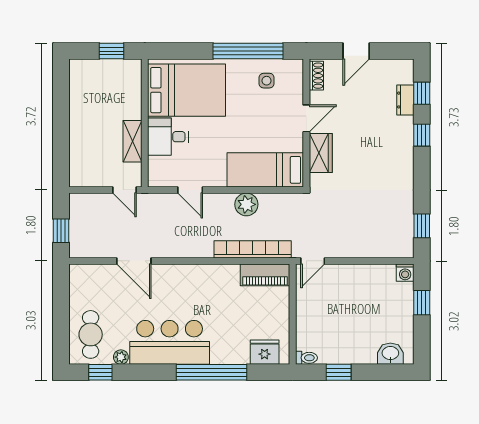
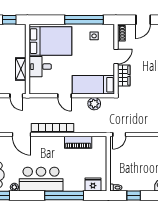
door: (190, 190) -> (65, 96), moved
plant: (246, 204) -> (94, 104), moved
bookcase: (253, 249) -> (52, 128), moved
piano: (265, 275) -> (78, 142), moved

